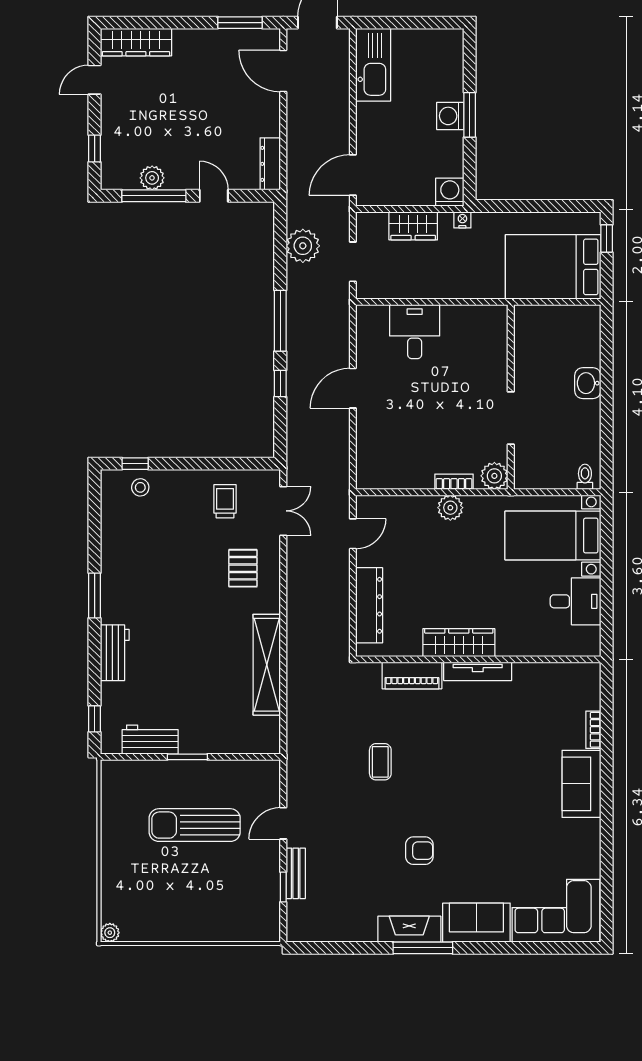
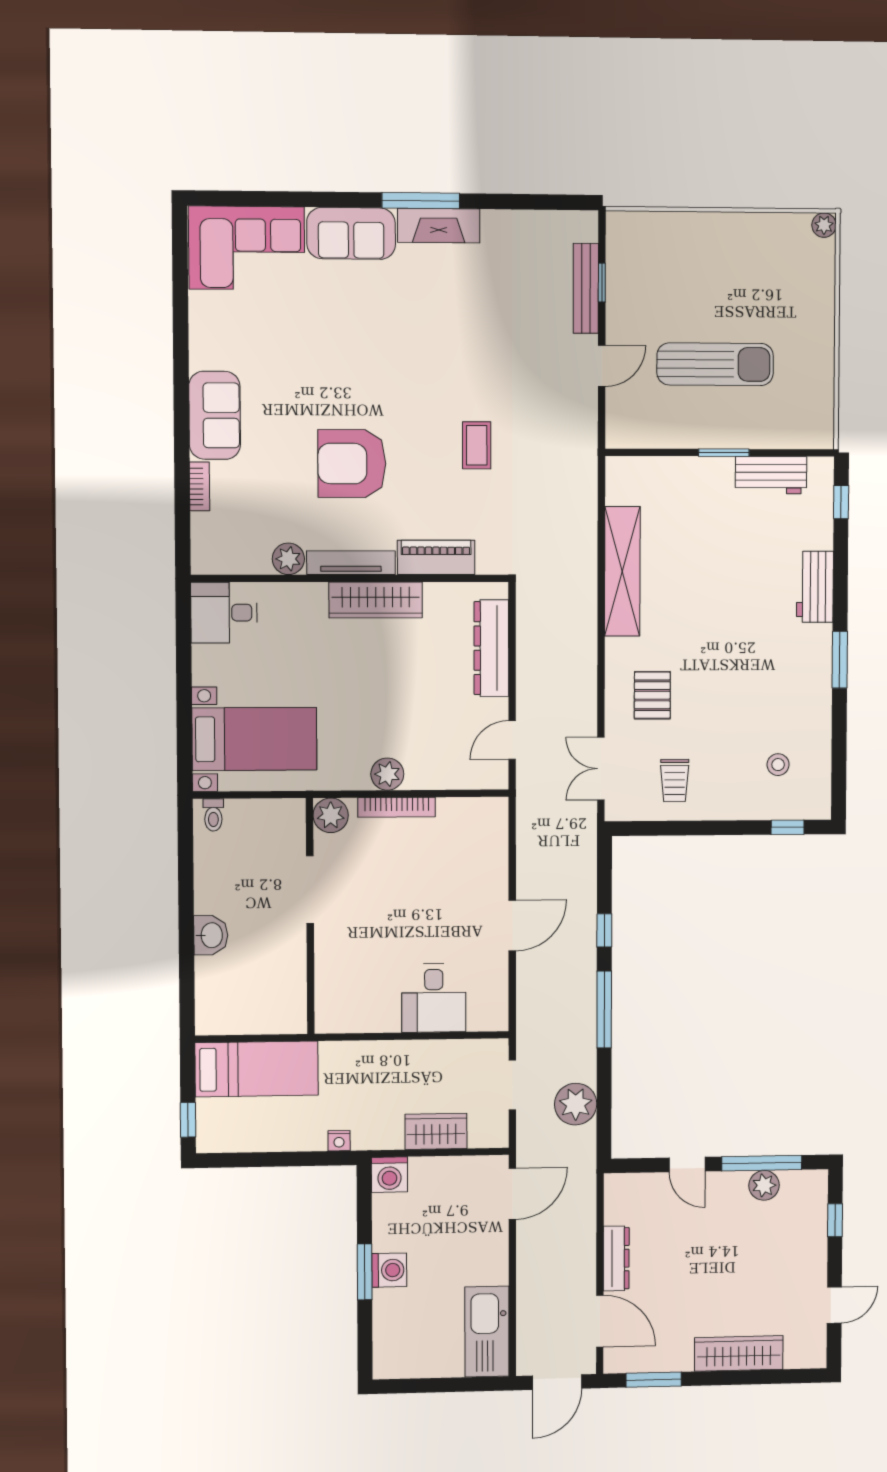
wardrobe: (136, 42) -> (739, 1353), moved
dresser: (270, 164) -> (616, 1258), moved
nightstand: (462, 220) -> (339, 1141), moved
bed: (553, 267) -> (257, 1069), width x0.67
bookcase: (454, 482) -> (397, 807), width x1.56
stool: (140, 487) -> (778, 765), moved
desk: (576, 601) -> (224, 613), moved
plant: (526, 674) -> (288, 559), added
armchair: (419, 851) -> (352, 464), moved, width x1.88, depth x1.88
bench: (296, 873) -> (586, 288), width x1.36

